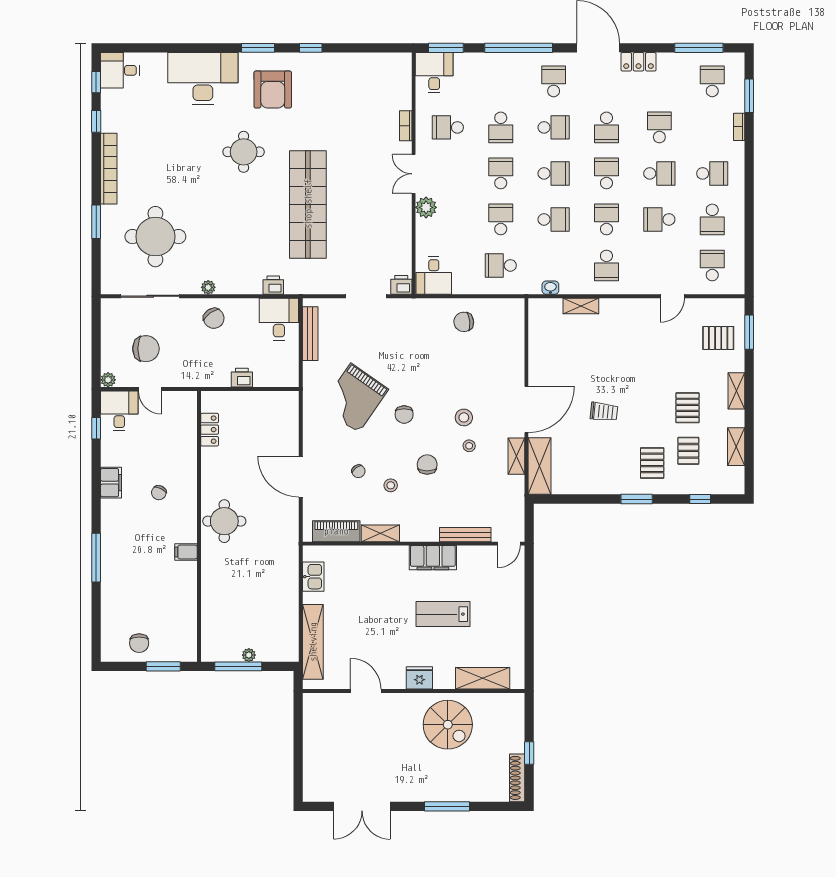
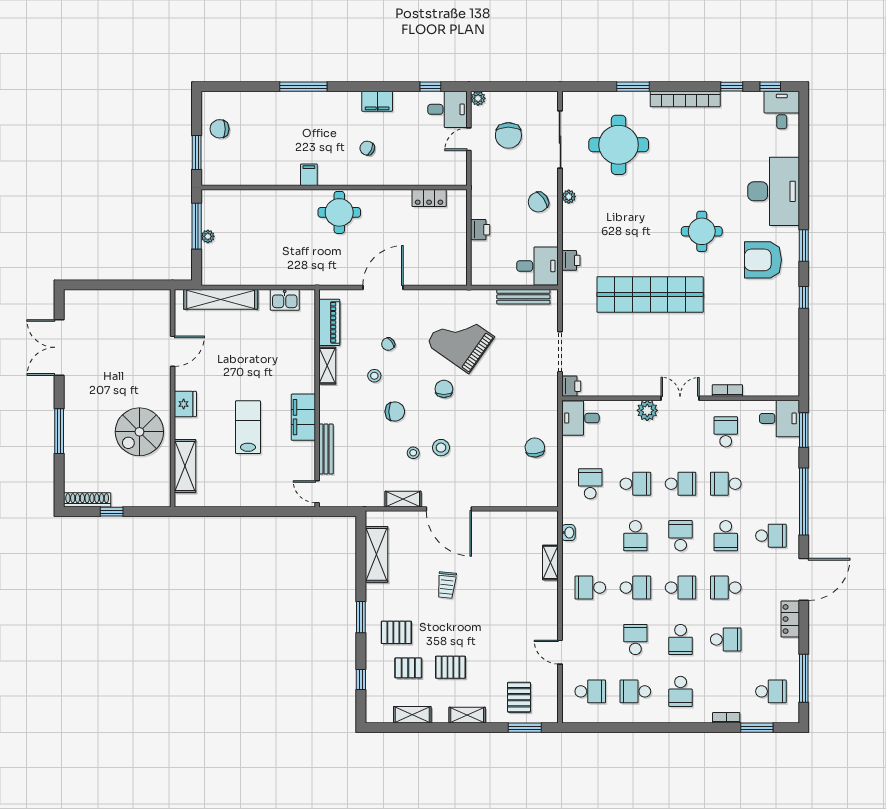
school desk: (554, 173) -> (681, 536), turned 180
chair: (404, 414) -> (444, 389), turned 90
shelving: (540, 466) -> (377, 554), moved, turned 90

